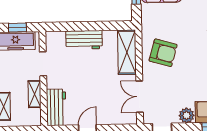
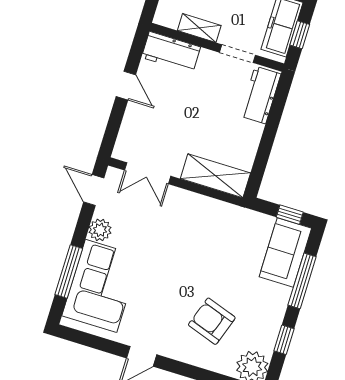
workbench: (84, 40) -> (260, 95), moved
armchair: (163, 53) -> (198, 226), removed
double door: (140, 97) -> (148, 173), swing flipped

